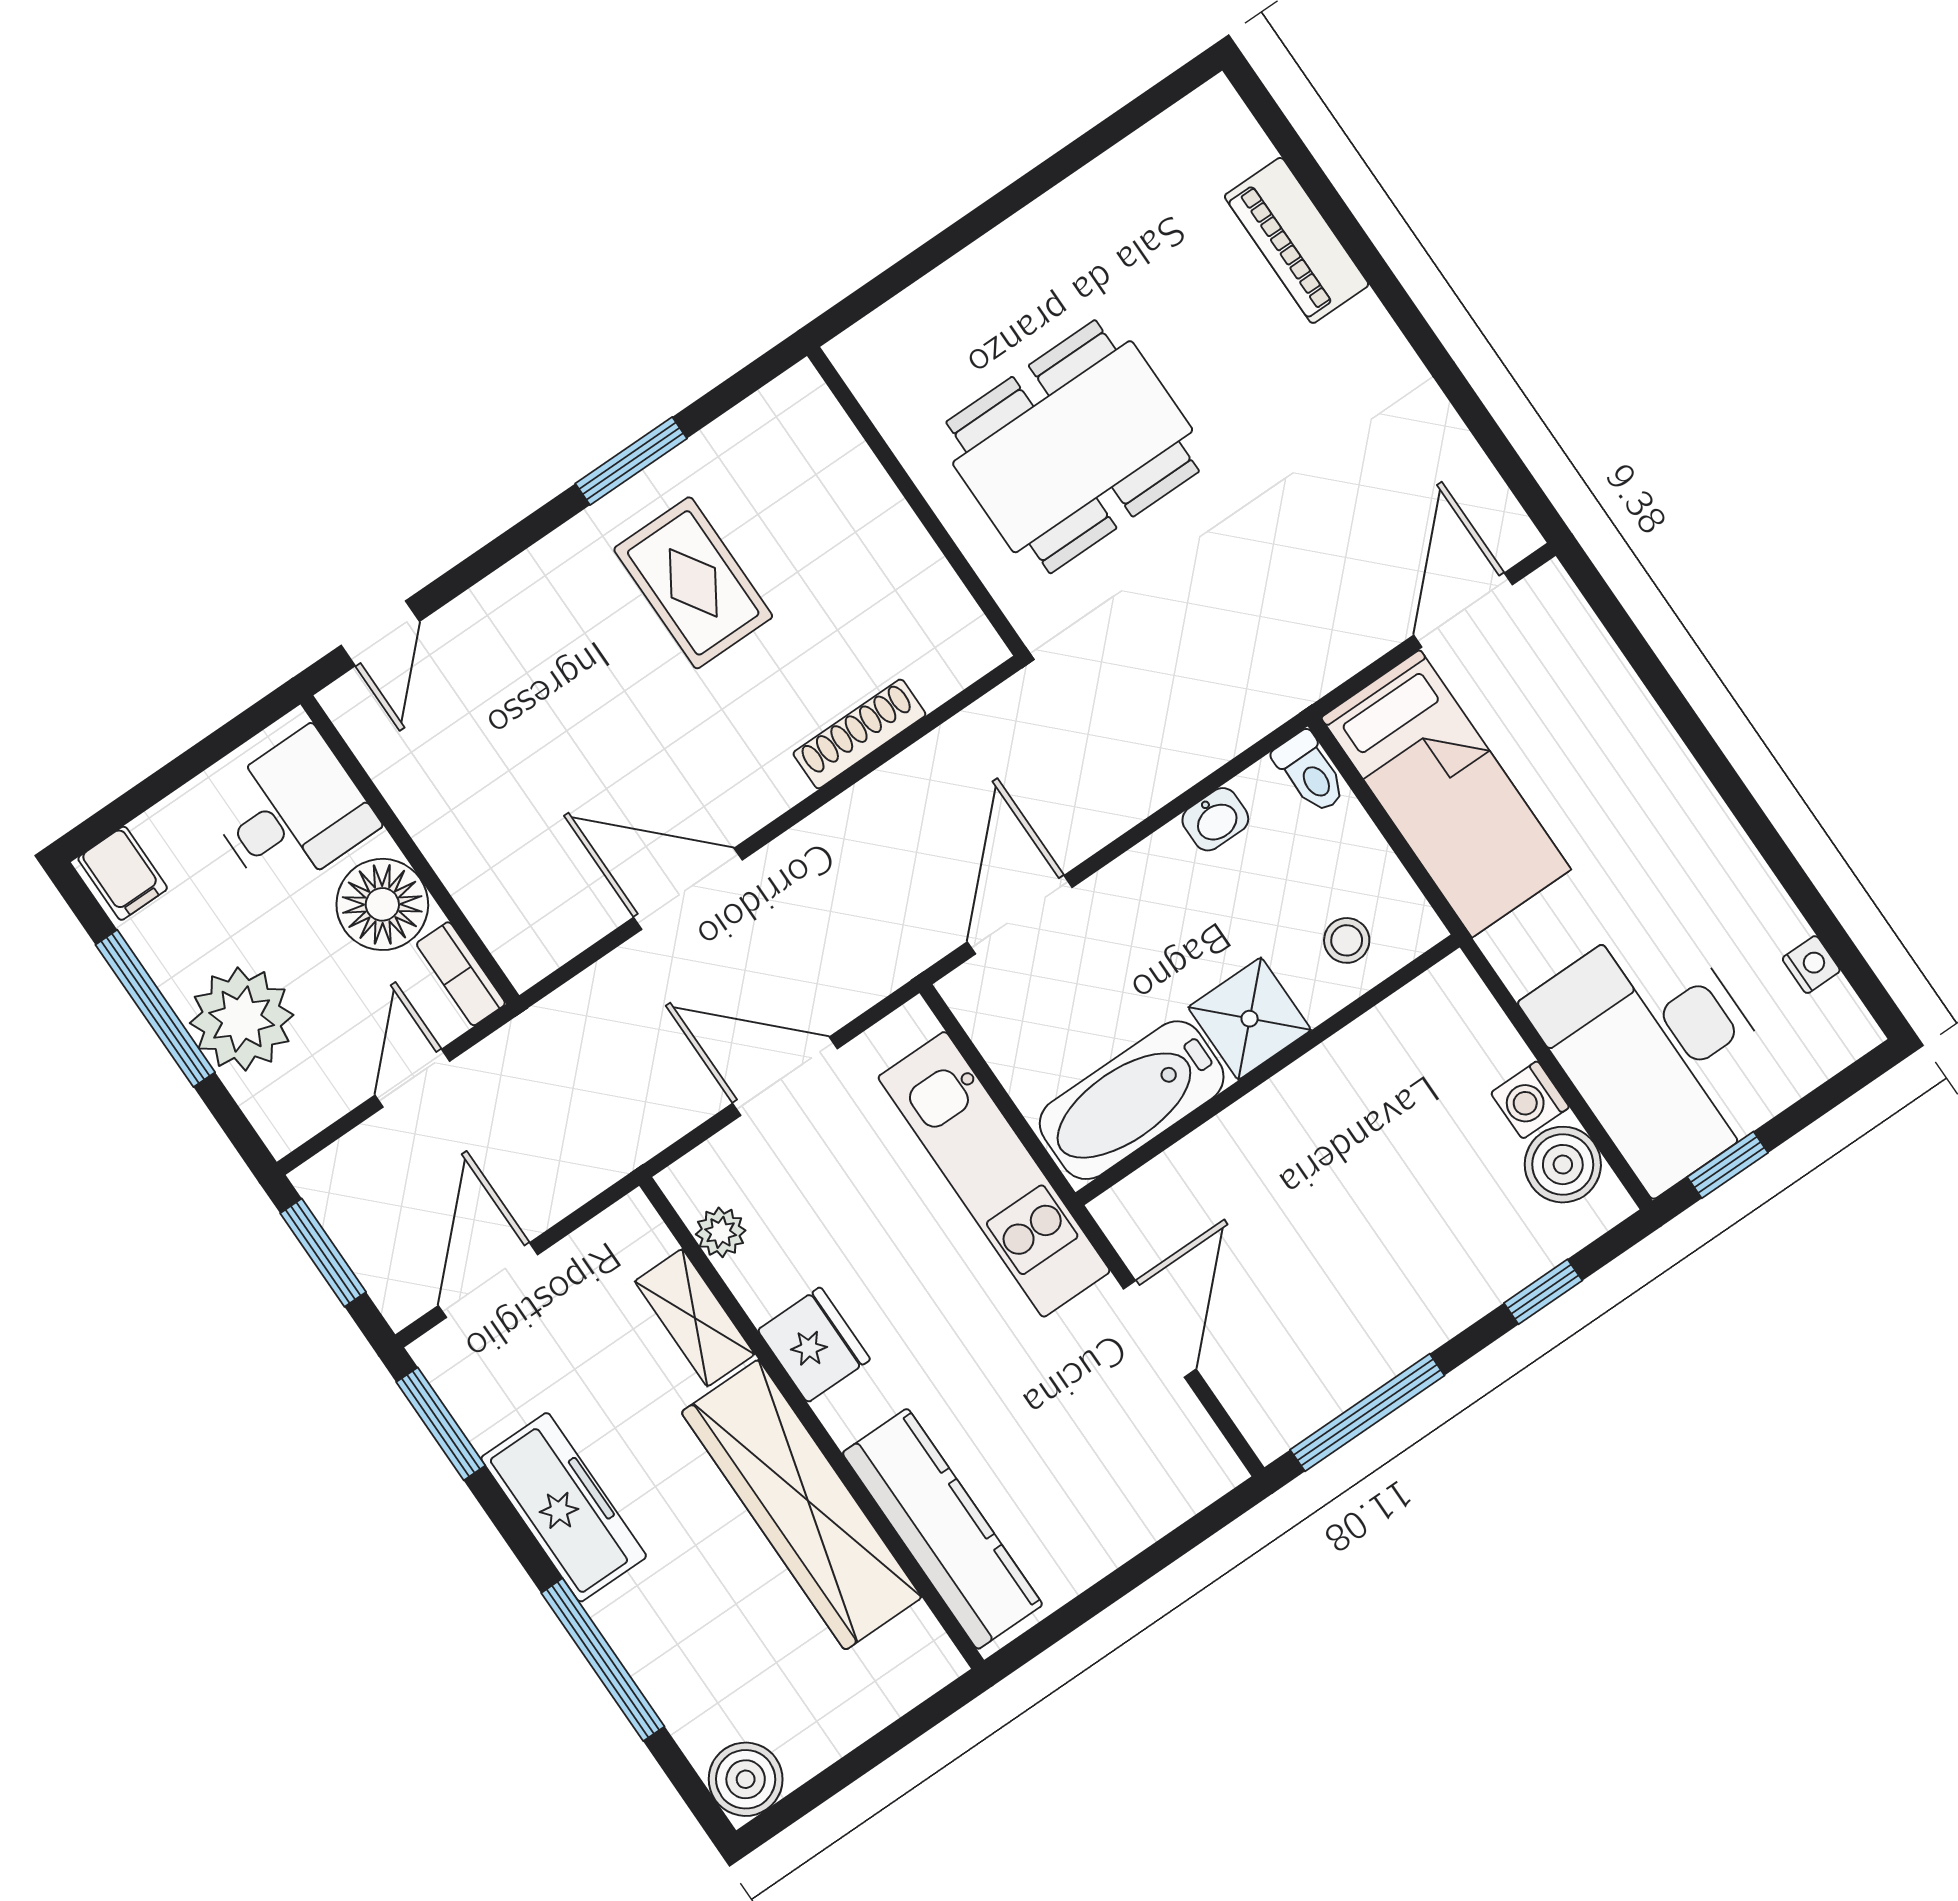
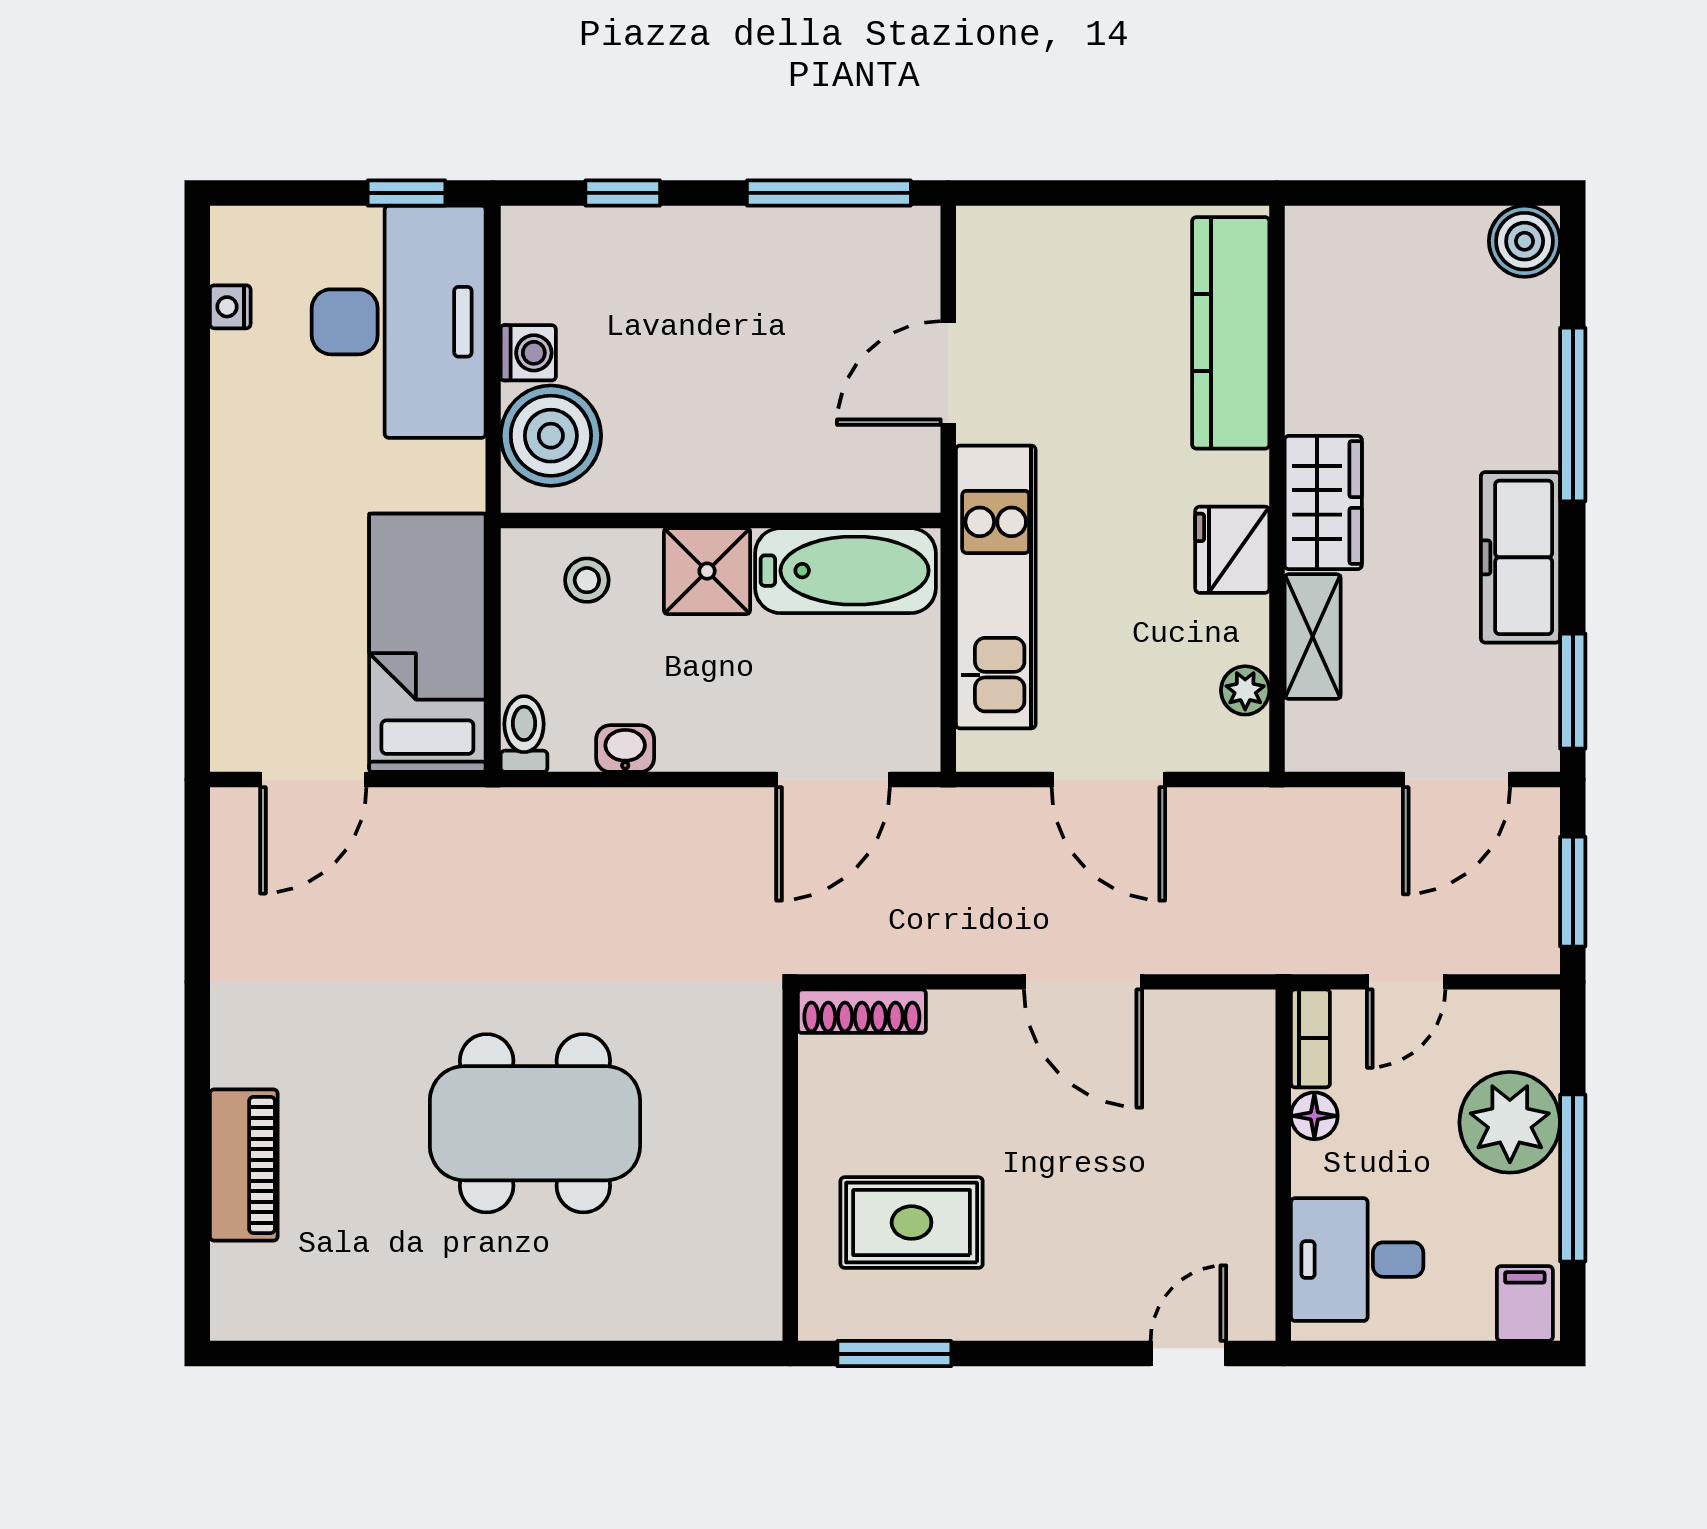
wall: (917, 501) -> (790, 1165), moved
rug: (693, 583) -> (912, 1223), turned 90
floor lamp: (382, 904) -> (1314, 1116), width x0.53, depth x0.53
boiler: (1563, 1165) -> (551, 436), moved, width x1.37, depth x1.37
wardrobe: (801, 1505) -> (1323, 502), width x0.48, depth x0.85

